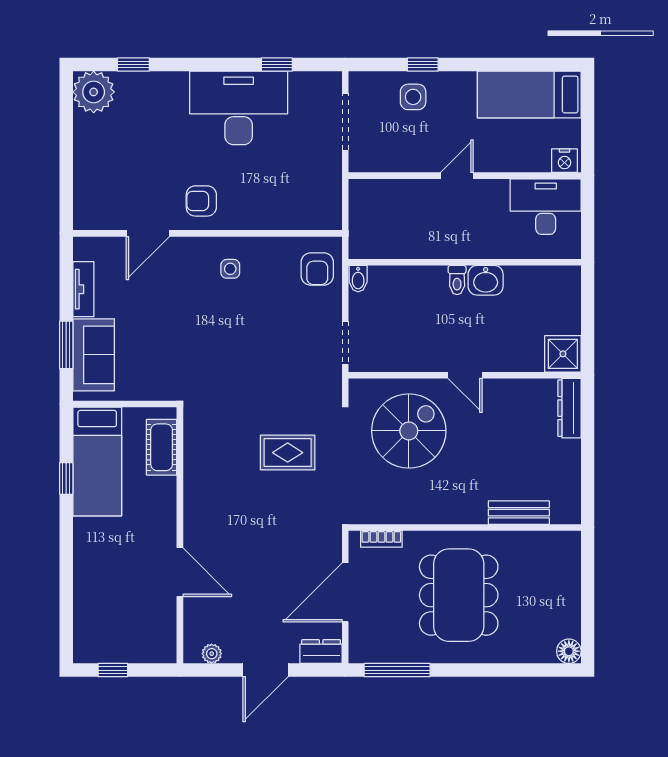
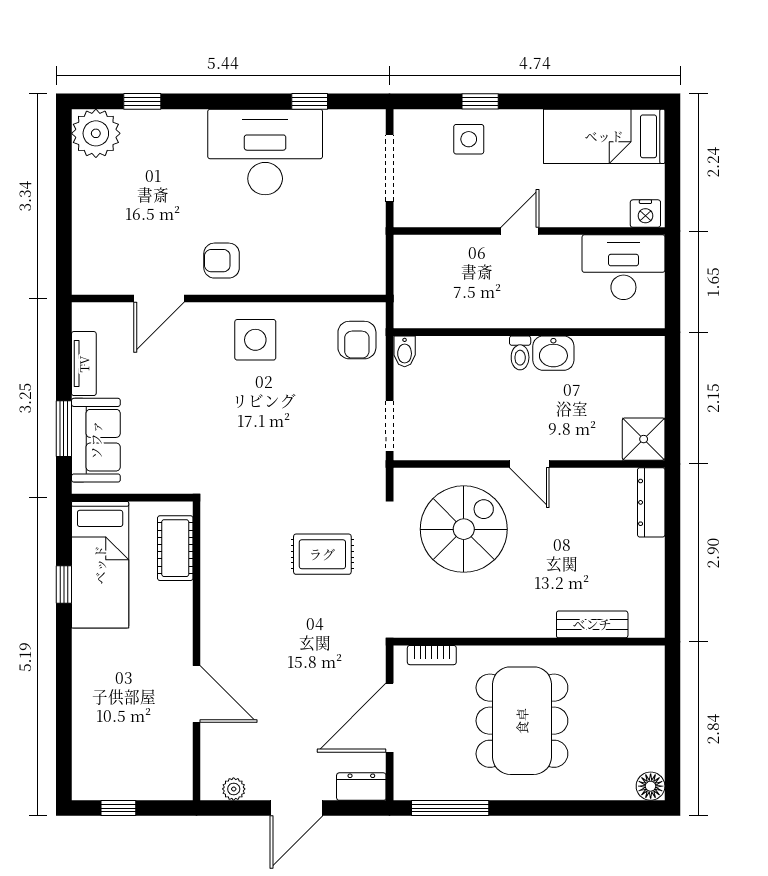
side table: (230, 269) -> (255, 340), width x1.87, depth x1.87

